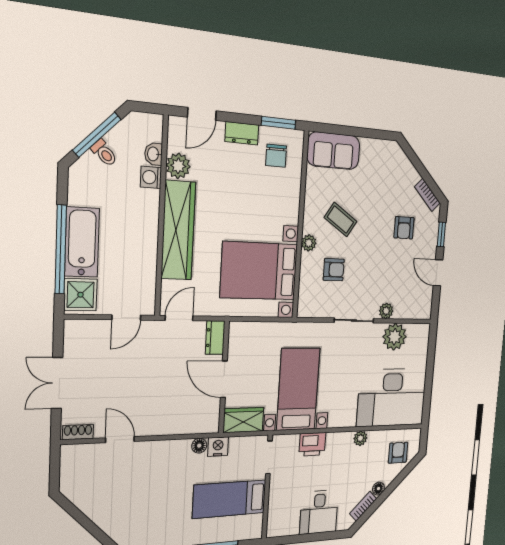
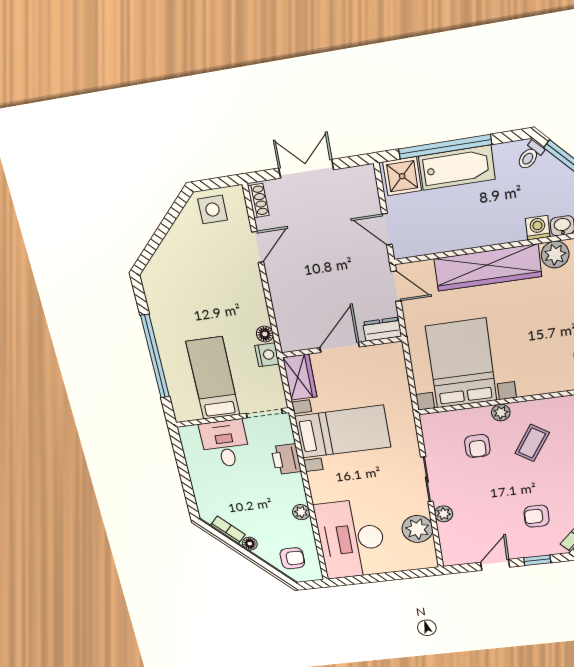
toilet: (104, 153) -> (530, 156), moved
side table: (78, 476) -> (213, 210), added
desk: (319, 512) -> (225, 444), moved, turned 90

